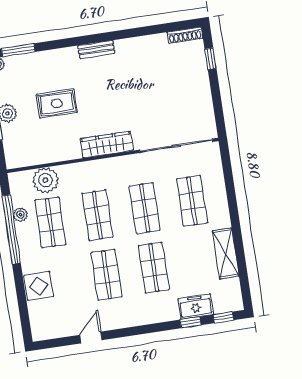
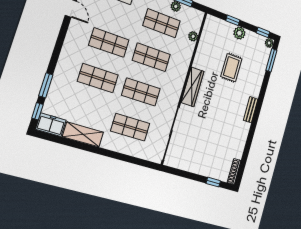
plant: (45, 180) -> (193, 36), width x0.53, depth x0.53
freezer: (196, 306) -> (51, 125), moved, turned -90
window: (190, 322) -> (46, 85), width x1.50

